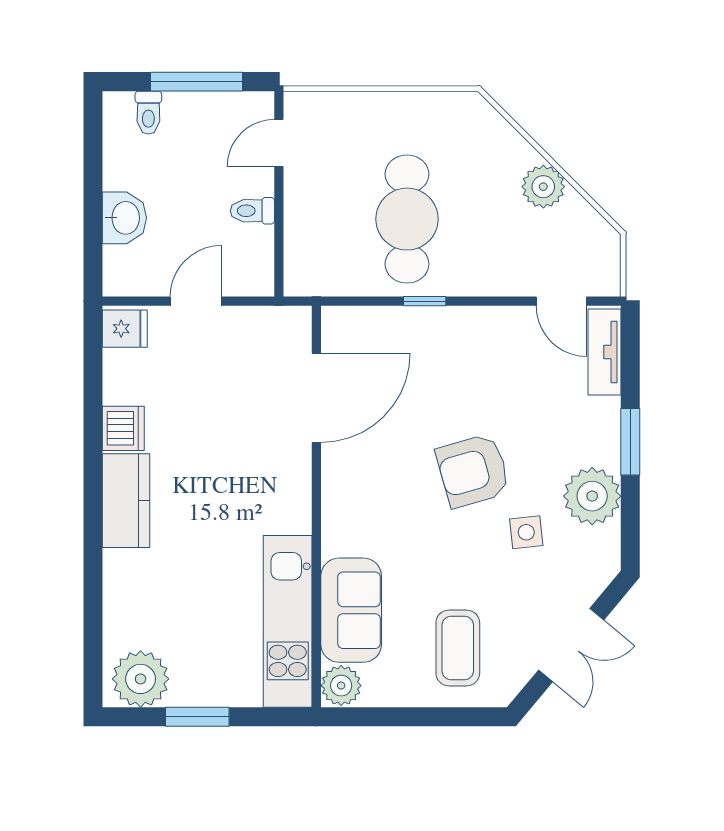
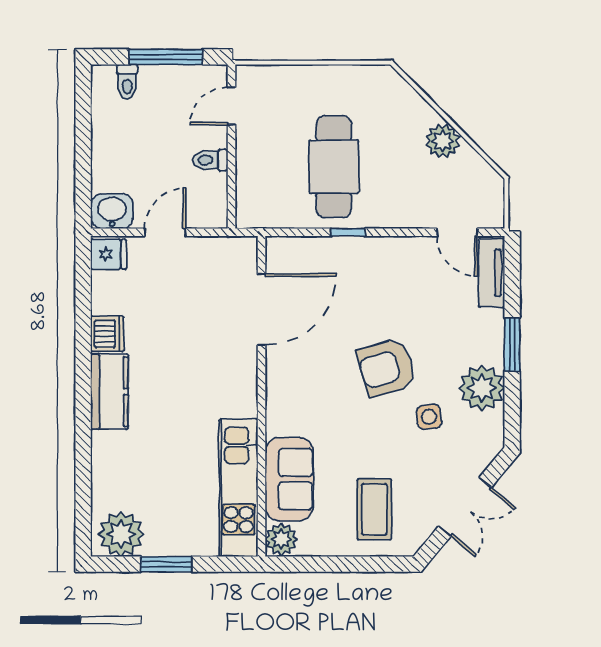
washbasin: (124, 218) -> (112, 211), moved, turned -90

